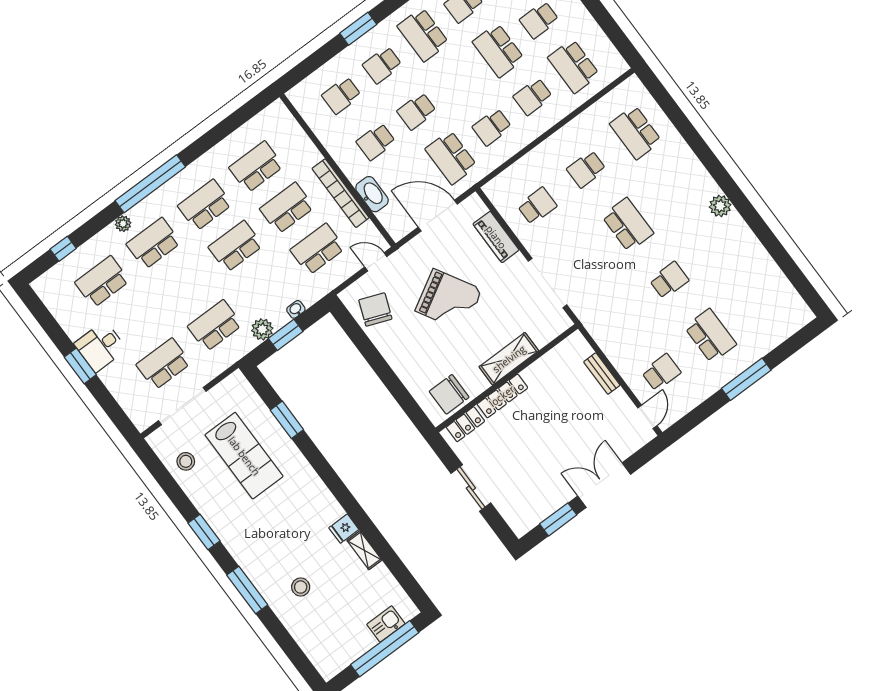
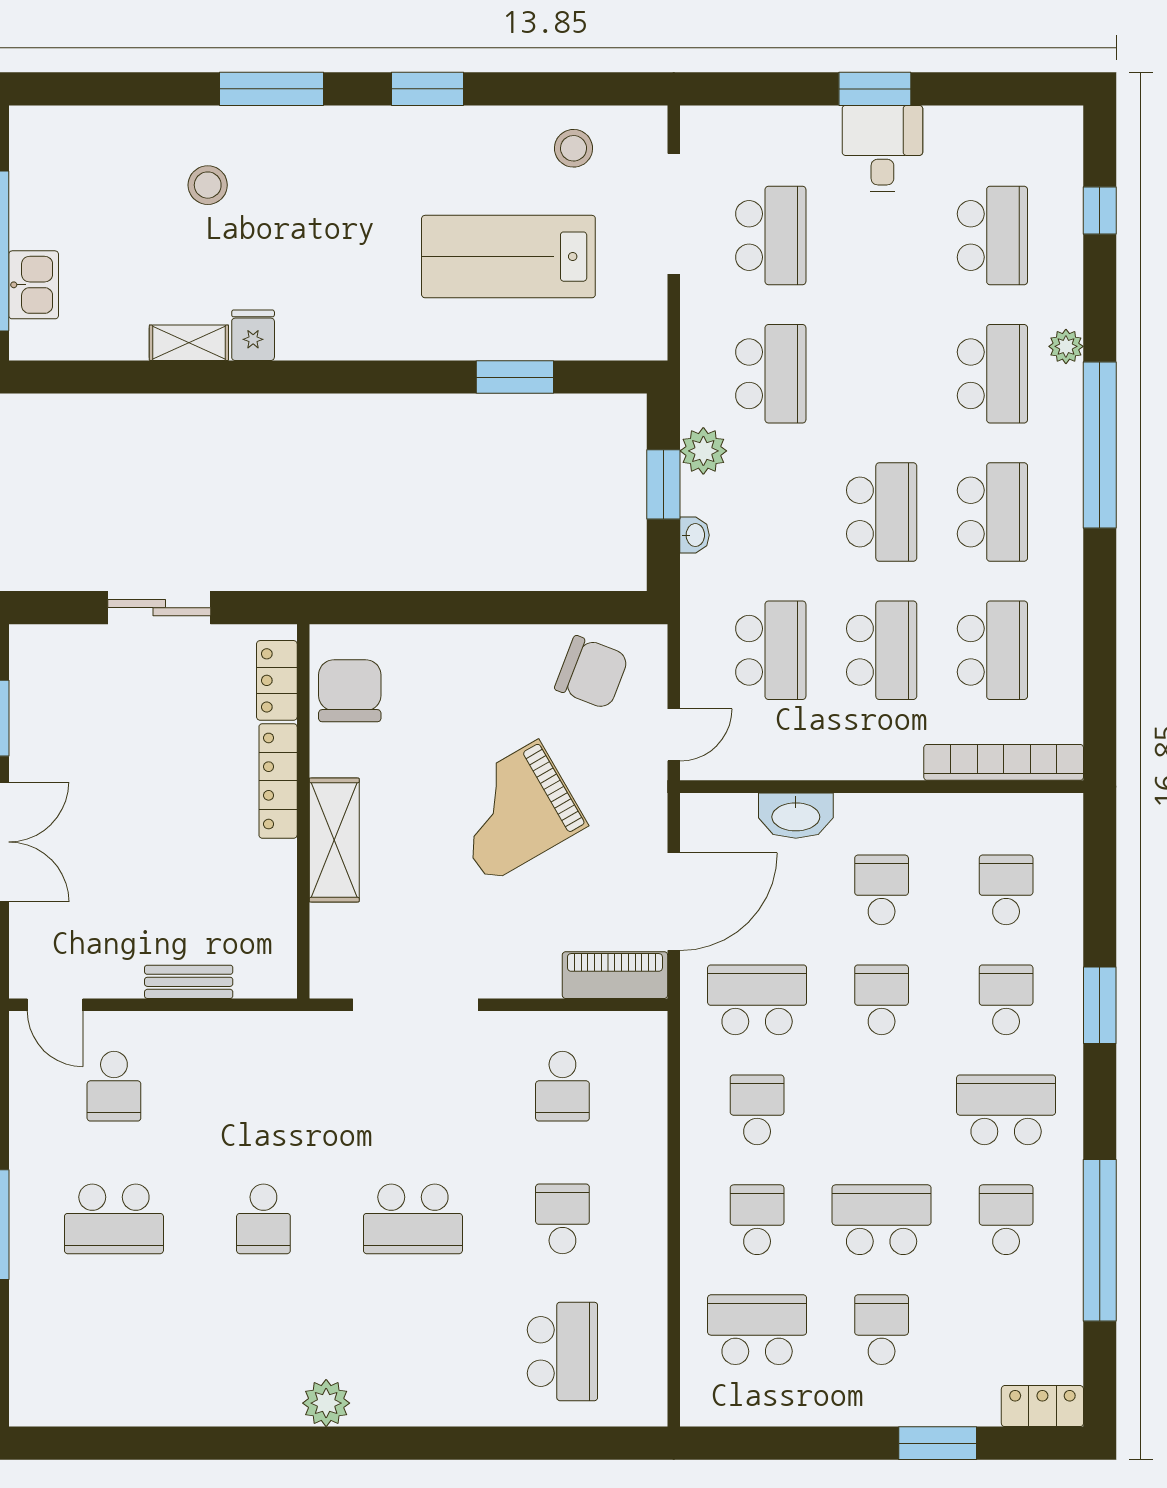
school desk: (636, 132) -> (562, 1351), turned 90
bookcase: (341, 193) -> (1004, 762), moved
piano: (496, 237) -> (615, 975), moved

